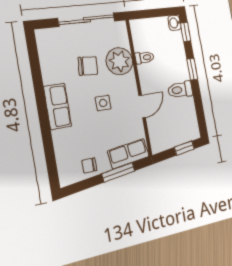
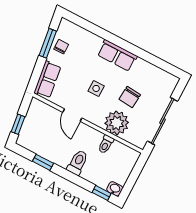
window: (192, 69) -> (43, 162), moved
toilet: (180, 90) -> (78, 162), moved
window: (118, 172) -> (48, 43), moved

